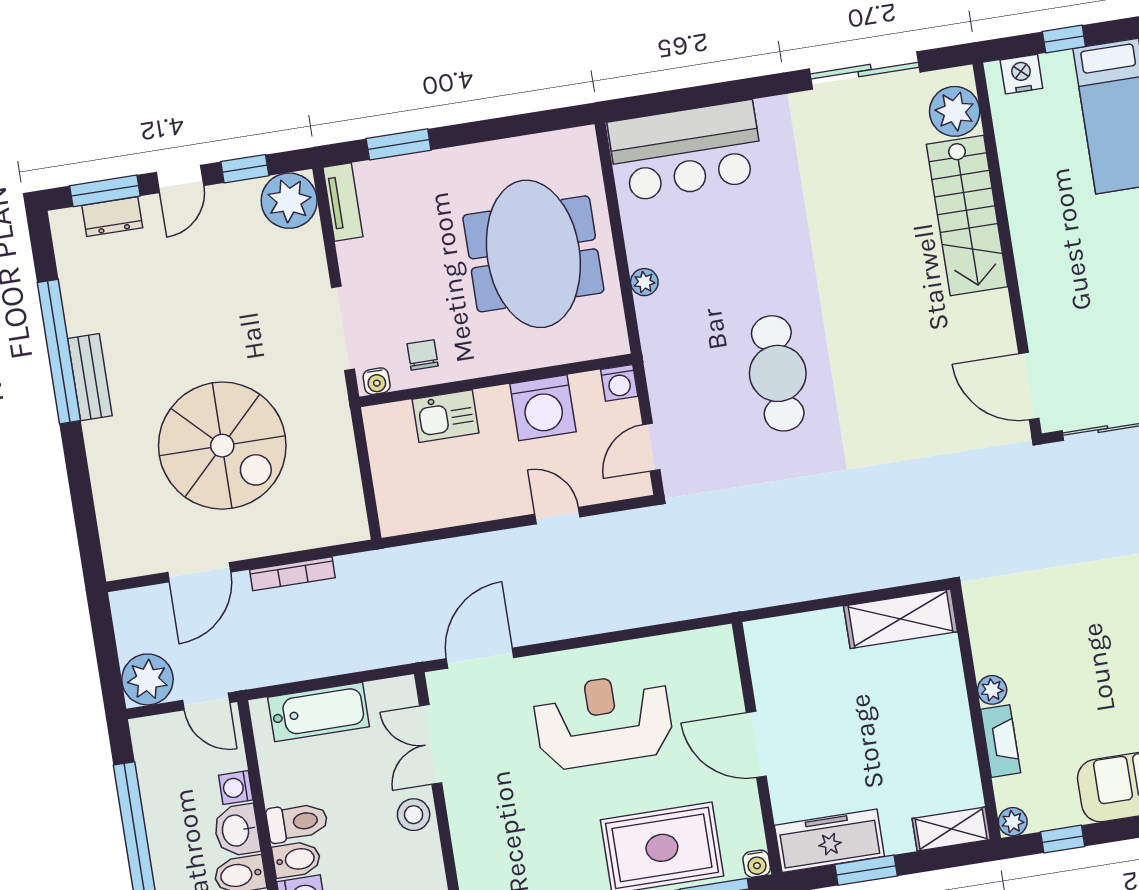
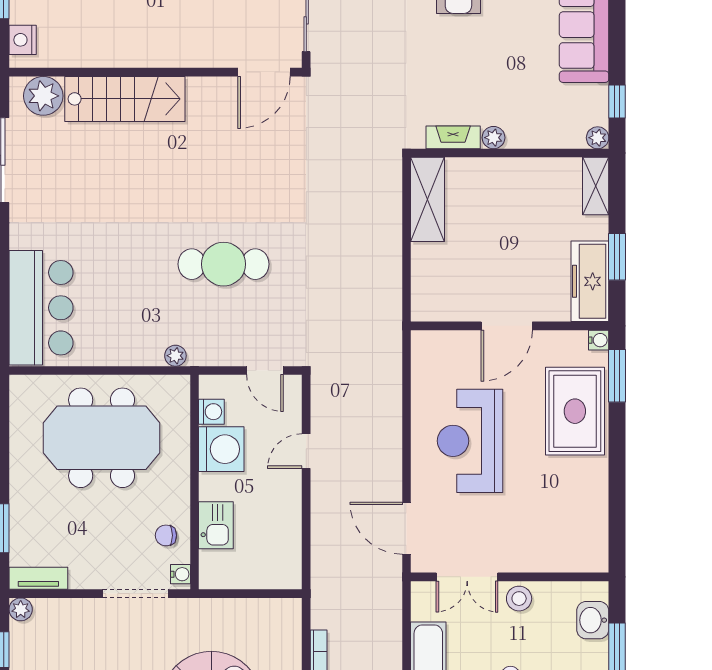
plant: (289, 201) -> (21, 609), width x0.53, depth x0.53
plant: (644, 282) -> (175, 356), moved
washing machine: (619, 383) -> (211, 412), moved
fireplace: (1001, 741) -> (453, 137), moved

